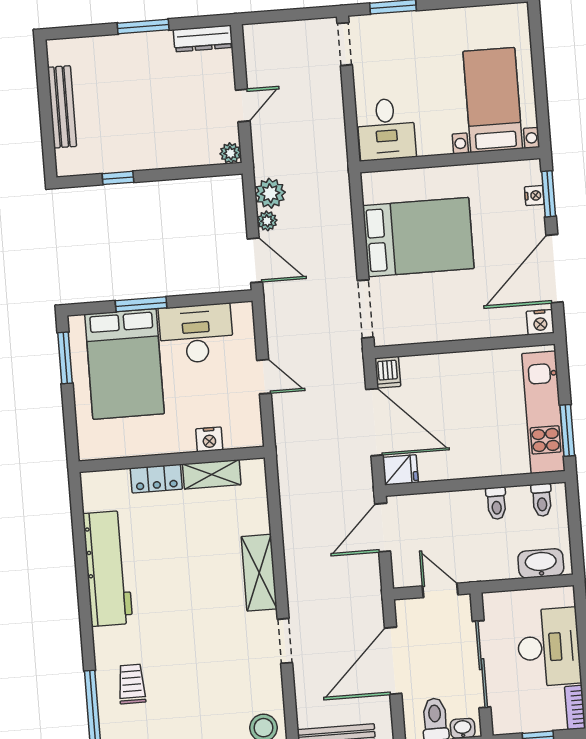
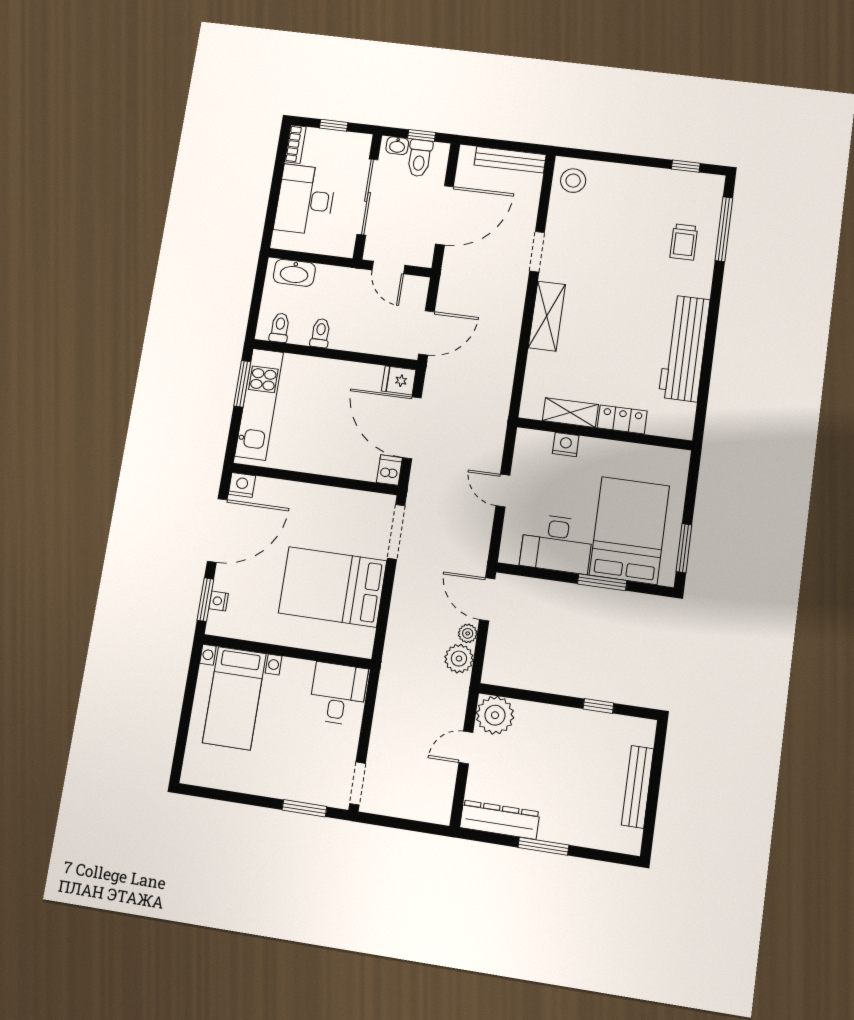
dresser: (203, 39) -> (500, 820), width x1.37, depth x1.24
plant: (230, 153) -> (495, 715), width x1.88, depth x1.88

